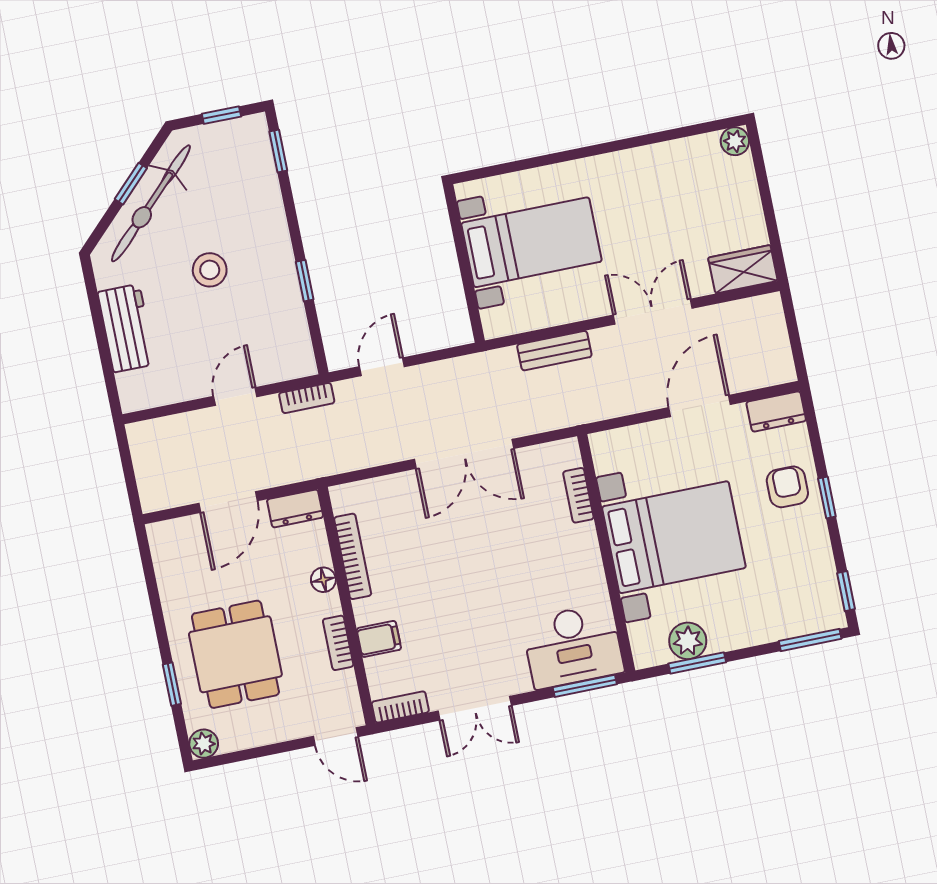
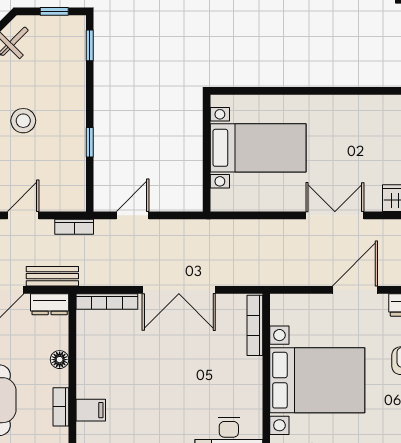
bench: (554, 351) -> (52, 276), moved
bookcase: (578, 495) -> (255, 325), width x1.56
bookcase: (353, 556) -> (107, 301), moved, turned 90

